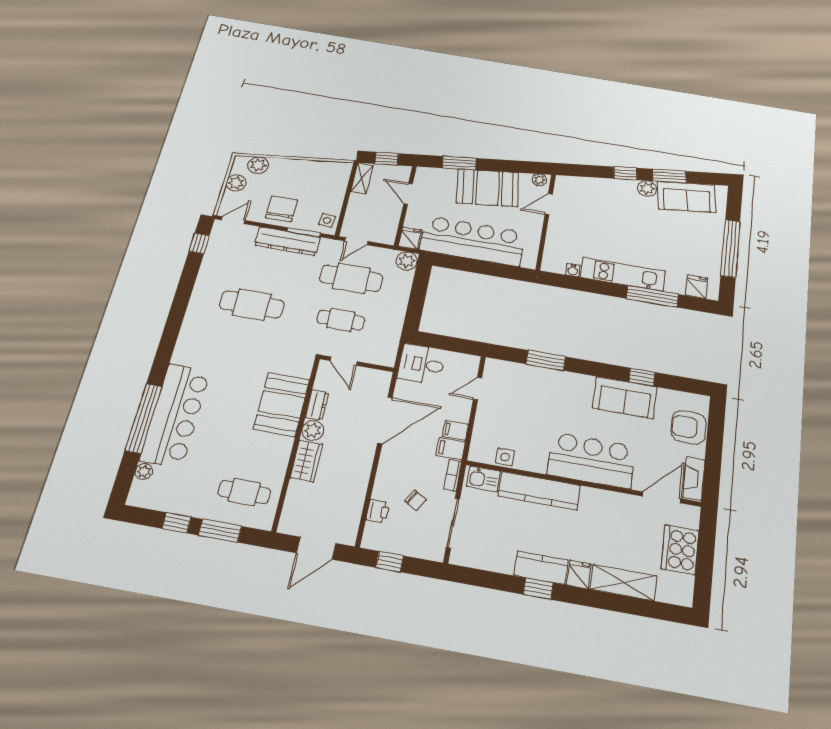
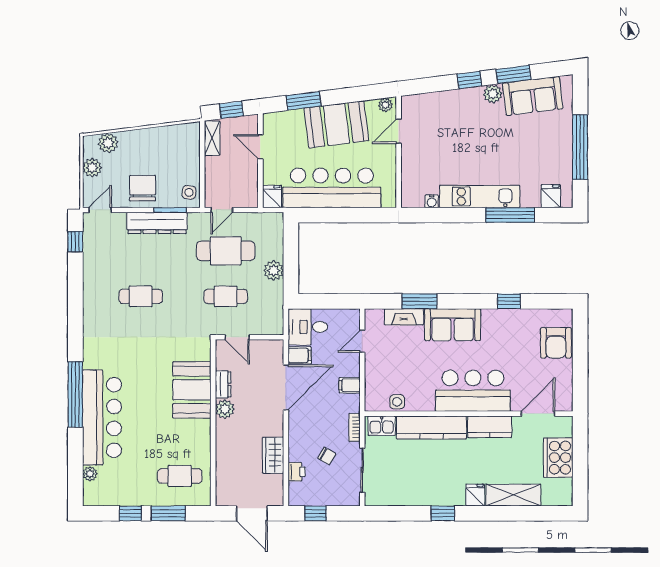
plant: (407, 261) -> (274, 271), moved
cafe table: (252, 305) -> (141, 296), width x0.73, depth x0.74
sofa: (625, 398) -> (453, 325), moved
window: (144, 418) -> (75, 394), moved
armchair: (689, 427) -> (556, 343), turned -90
filing cabinet: (451, 449) -> (300, 355), moved, turned 180
wardrobe: (306, 461) -> (273, 455), moved, turned 180
fireplace: (694, 479) -> (404, 317), moved, turned -90
door: (316, 548) -> (252, 513), hinge flipped
kitchen counter: (541, 568) -> (490, 427), moved, turned 180

